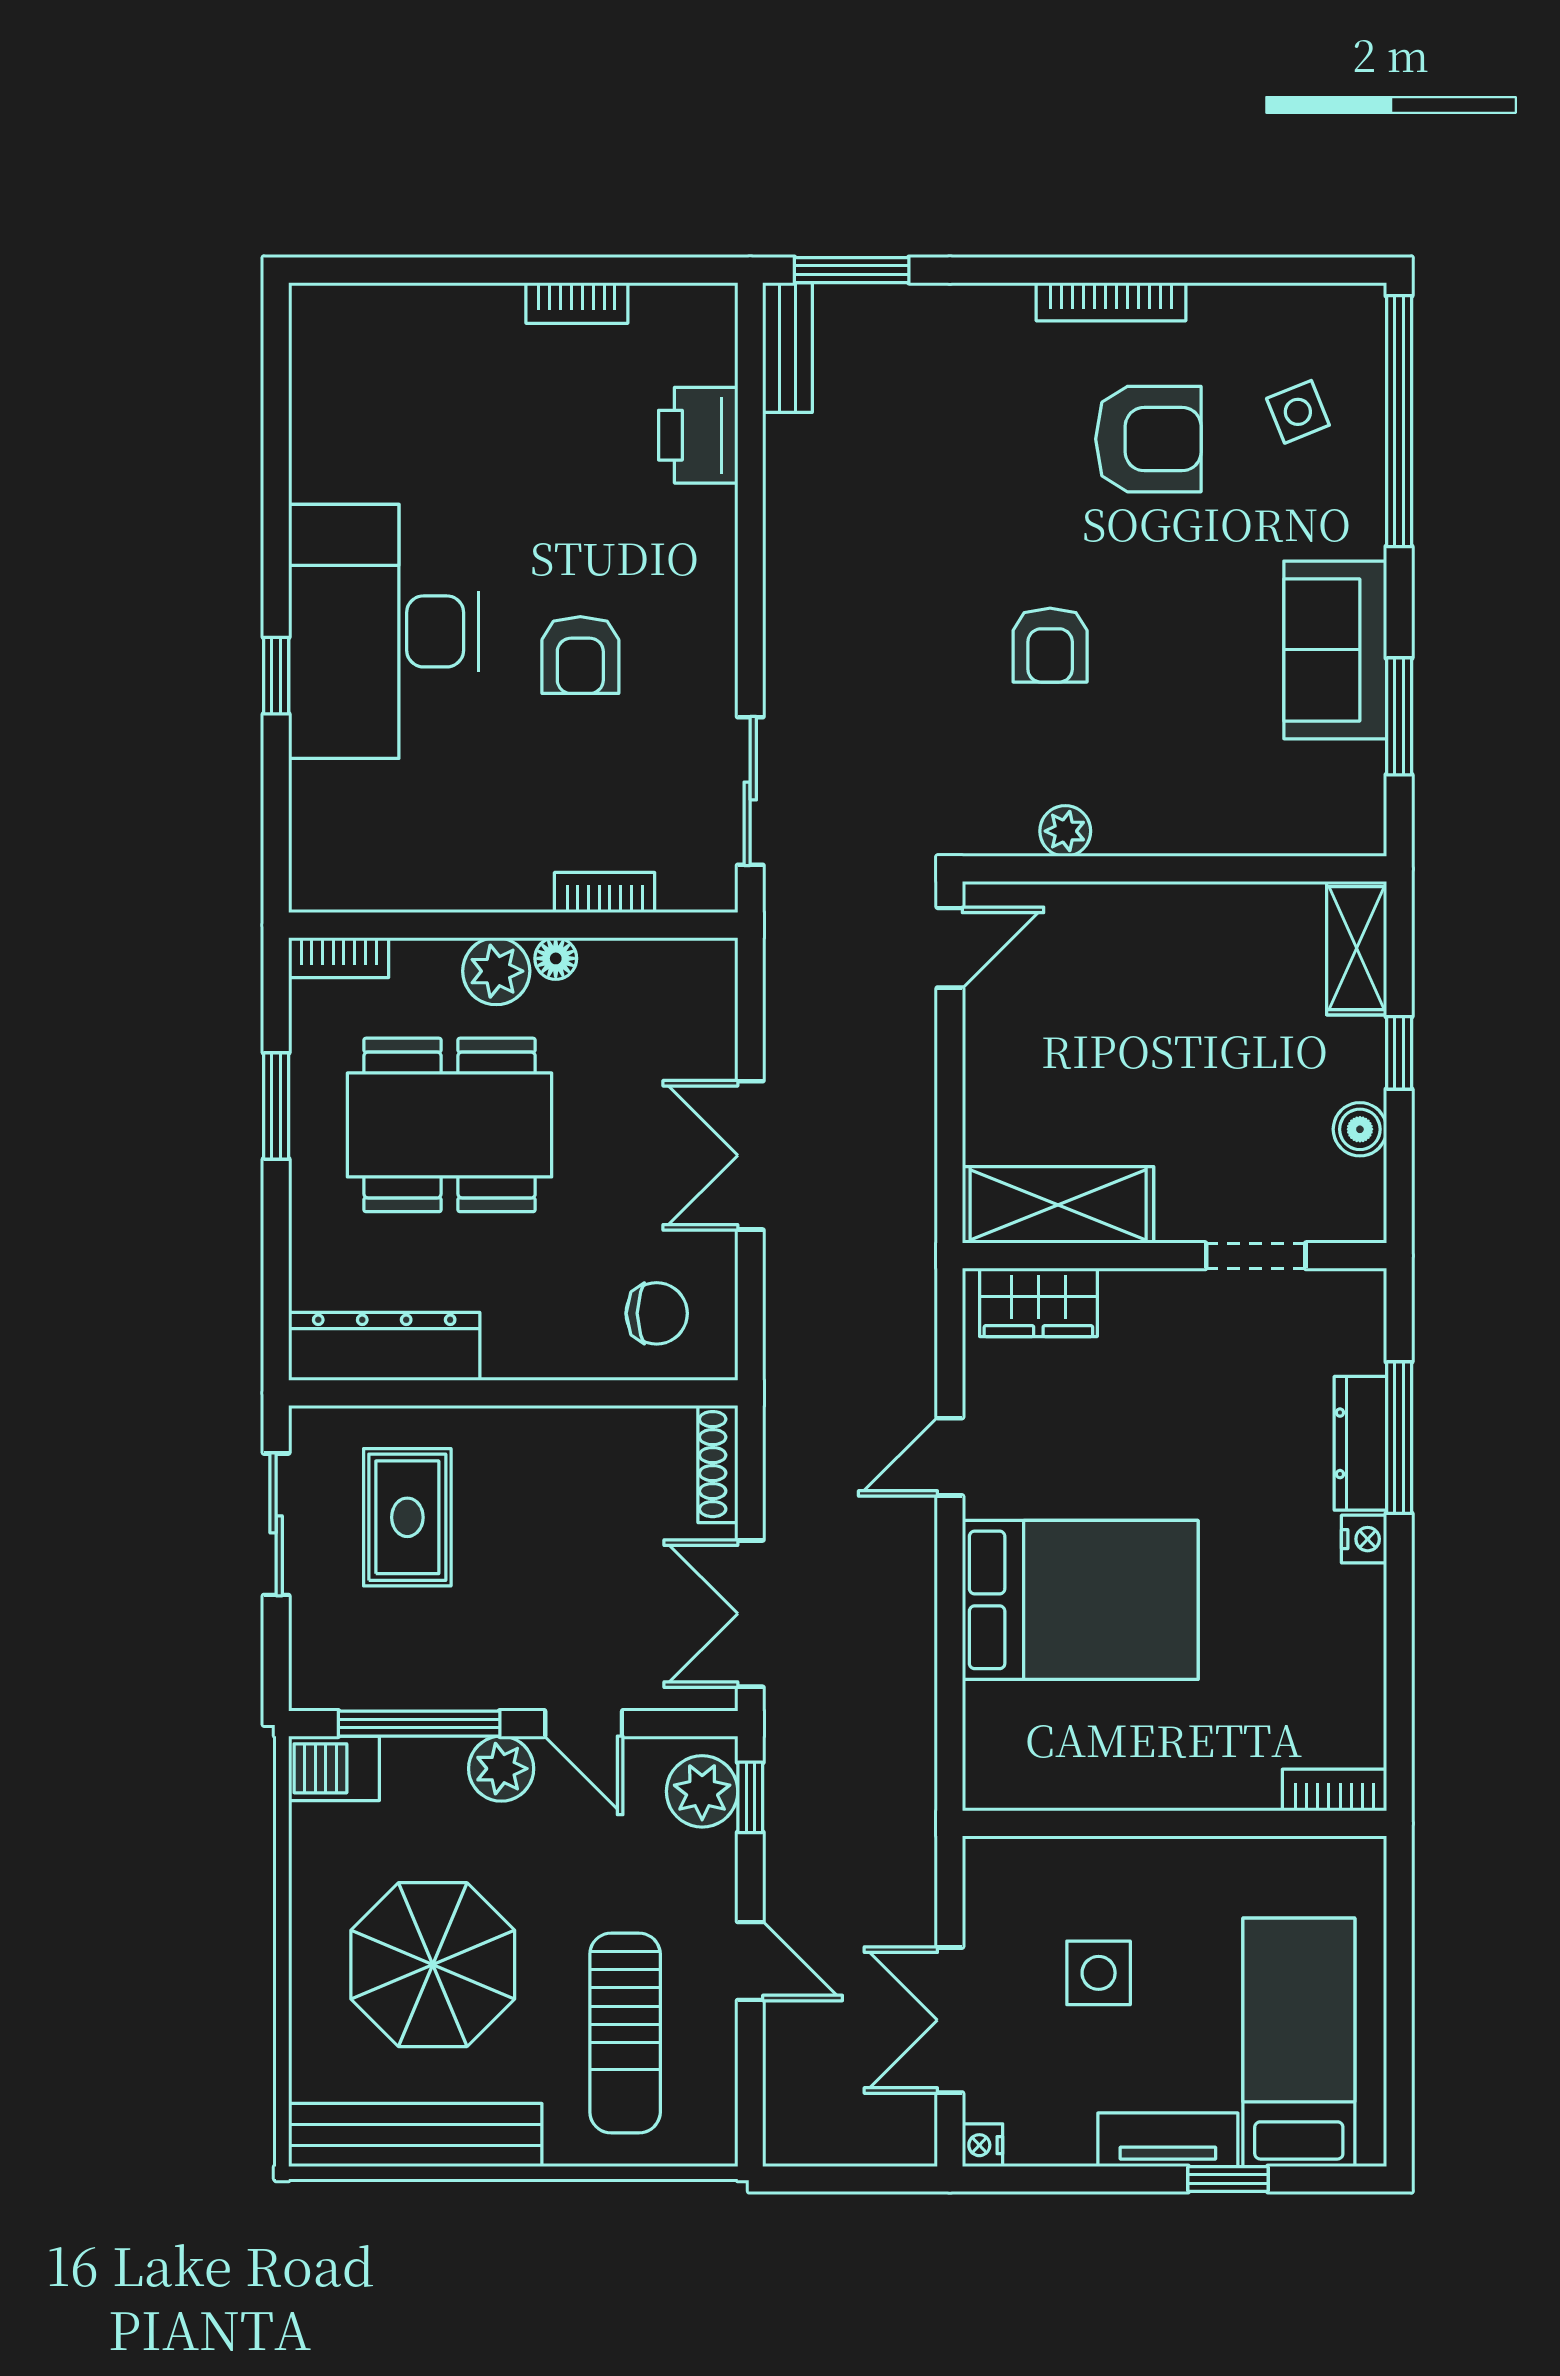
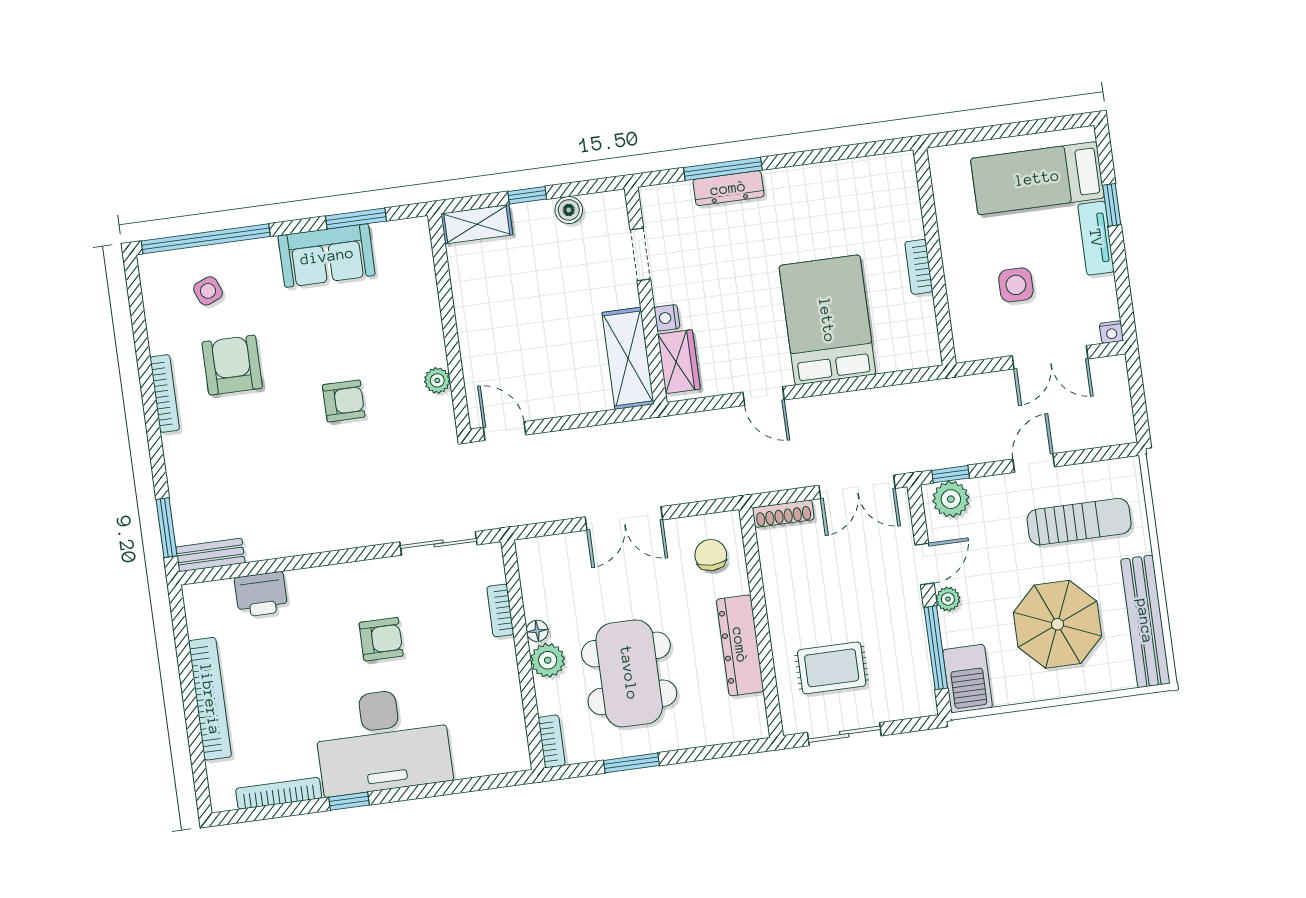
bookcase: (577, 303) -> (210, 699), width x2.31, depth x1.31
bookcase: (310, 417) -> (279, 793), added
window: (276, 676) -> (349, 801), moved
dresser: (384, 1346) -> (740, 645), moved
nightstand: (1364, 1539) -> (667, 318), moved, turned -90
barbecue: (334, 1768) -> (968, 679), width x1.38, depth x1.27
plant: (501, 1769) -> (948, 599), width x0.73, depth x0.73
bookcase: (1334, 1790) -> (919, 267), moved

